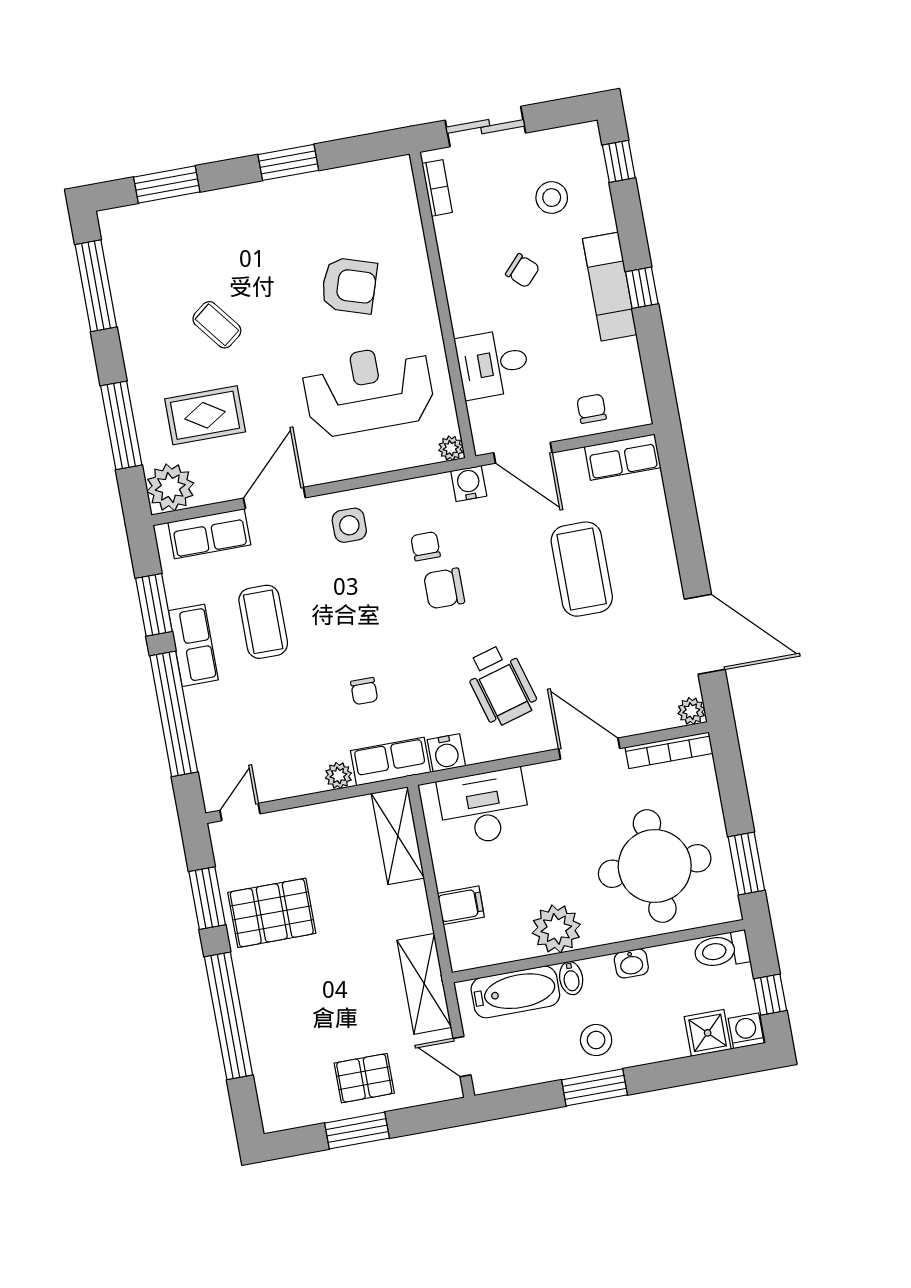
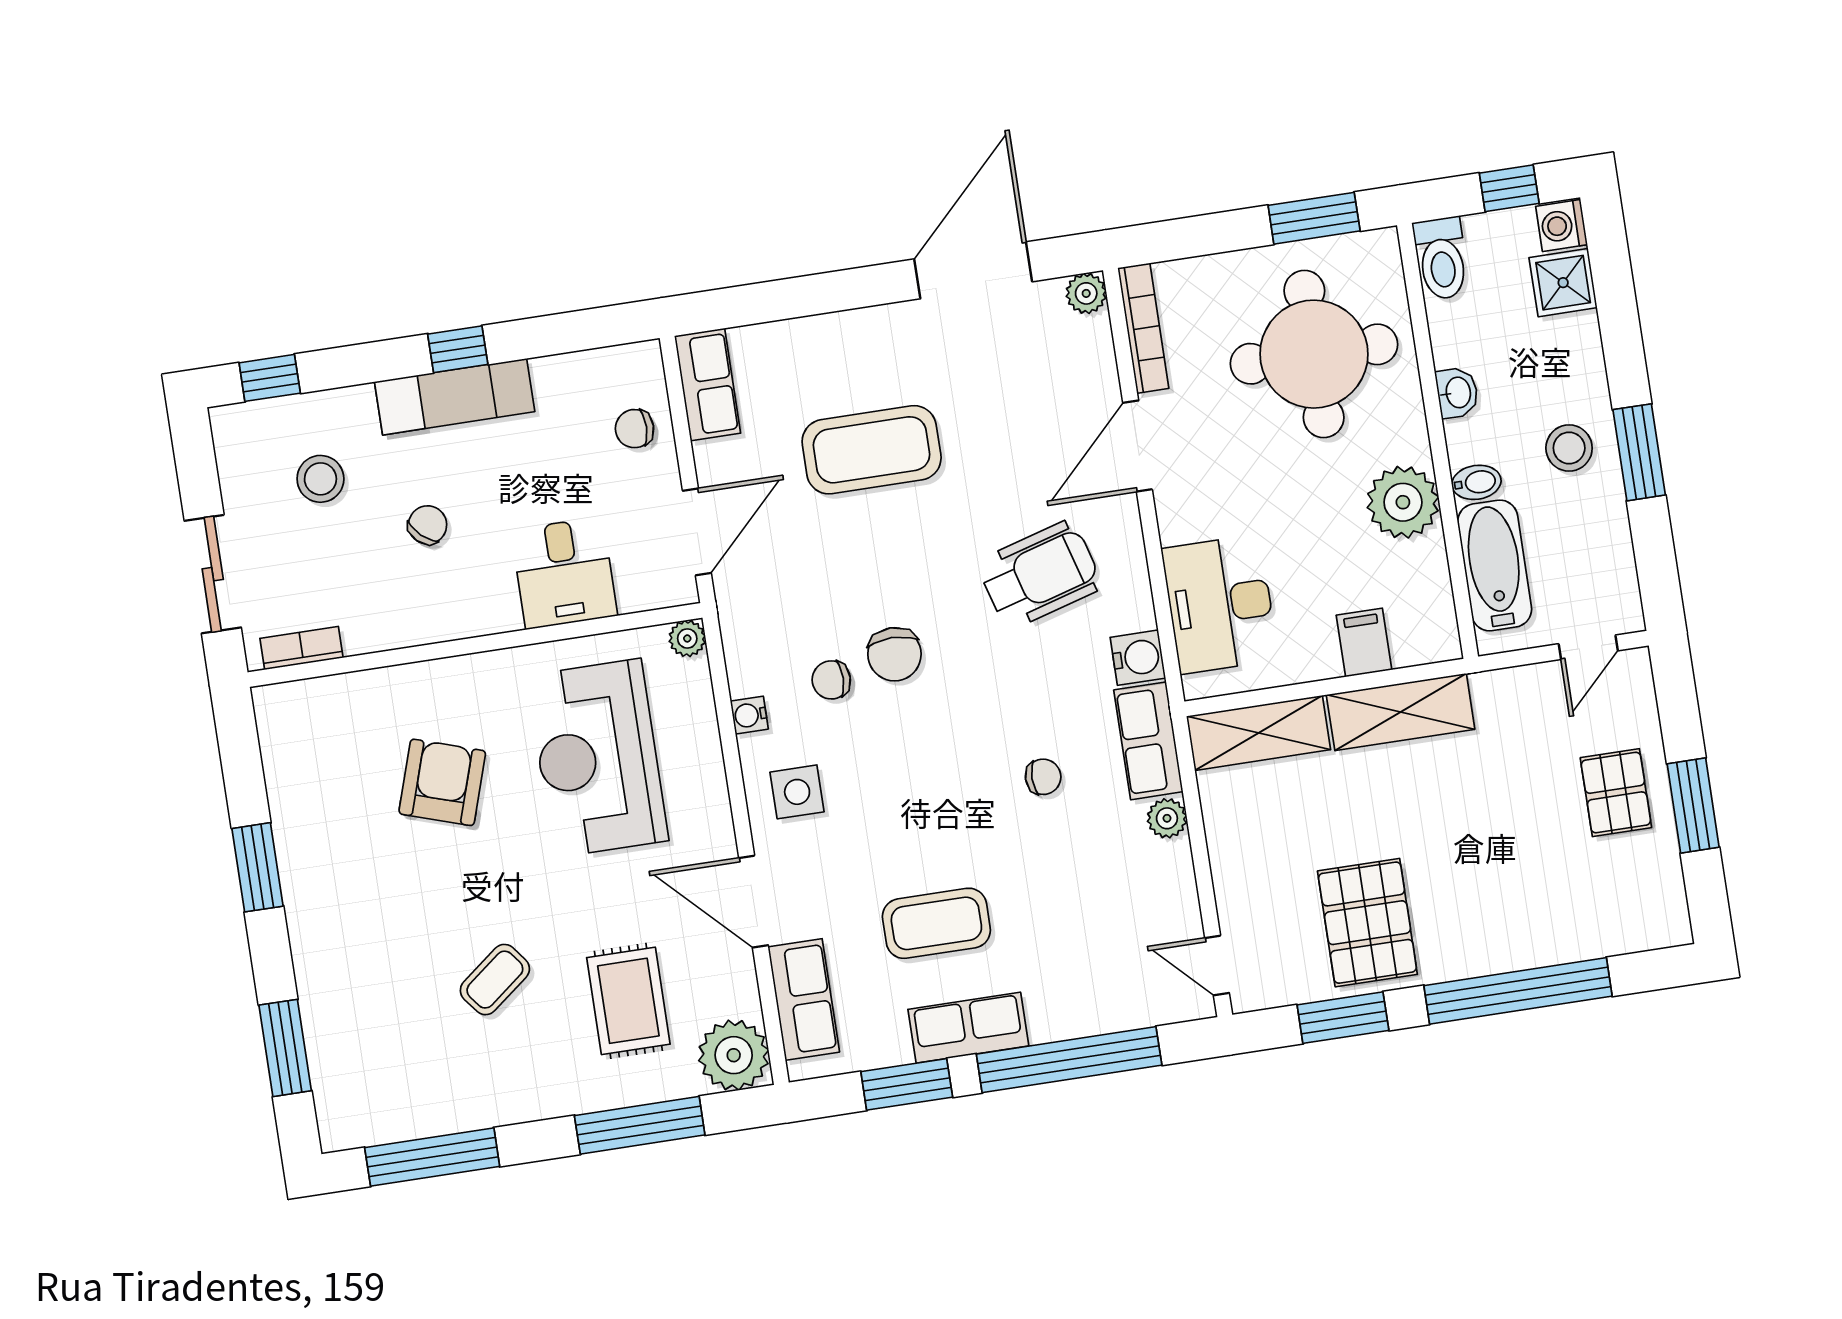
water cooler: (469, 483) -> (749, 715), moved, width x0.72, depth x0.72
shelving: (424, 984) -> (1401, 712), moved

